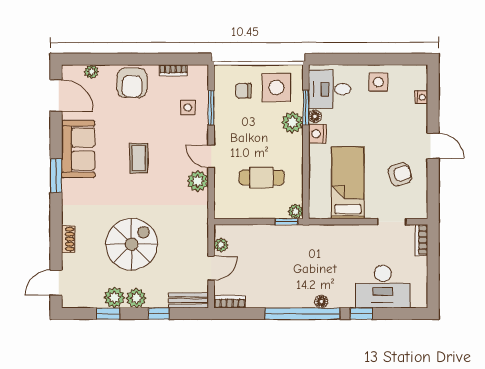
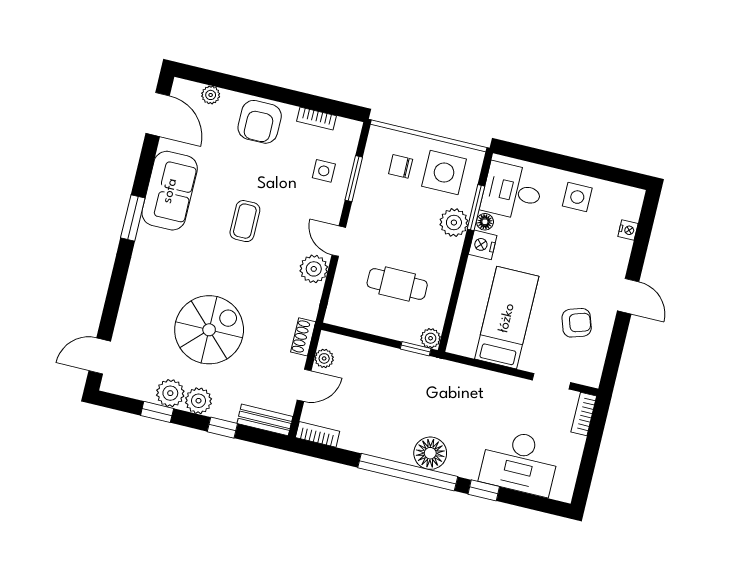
shoe rack: (68, 239) -> (303, 337), moved, turned 180
floor lamp: (321, 302) -> (430, 453), width x1.89, depth x1.89

